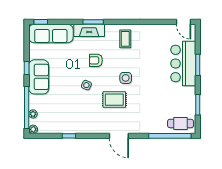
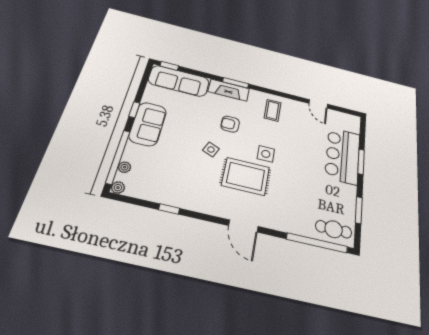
door: (184, 22) -> (318, 104), moved
rug: (114, 100) -> (246, 176), width x1.36, depth x1.43

